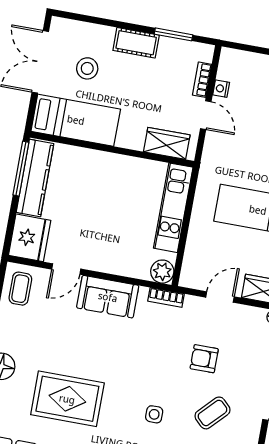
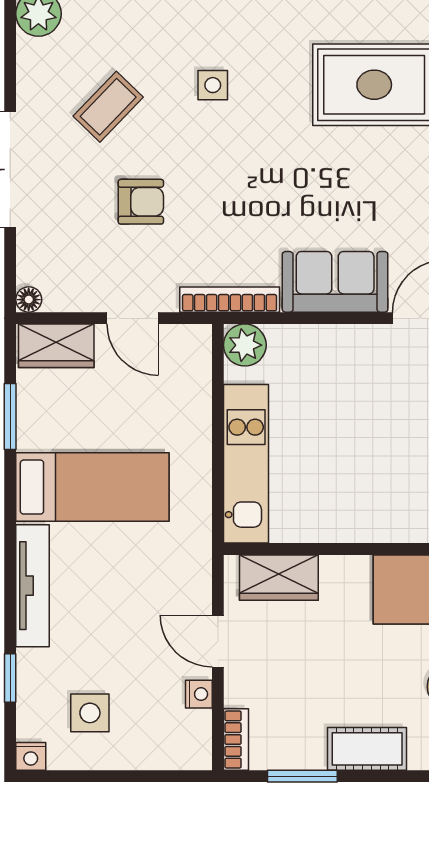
bookcase: (202, 80) -> (236, 739), moved
bookcase: (166, 297) -> (230, 300), width x1.56
door: (220, 297) -> (133, 318), hinge flipped

